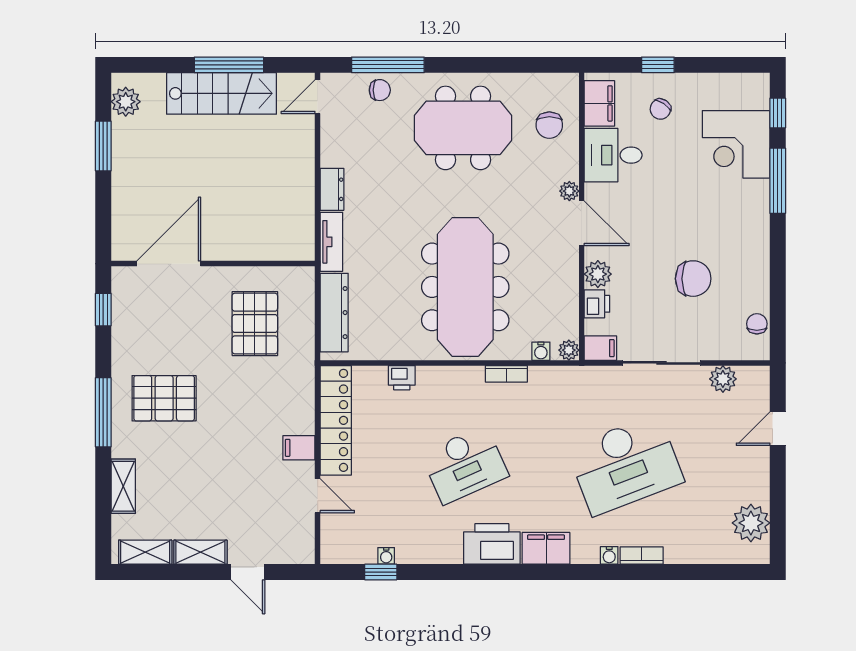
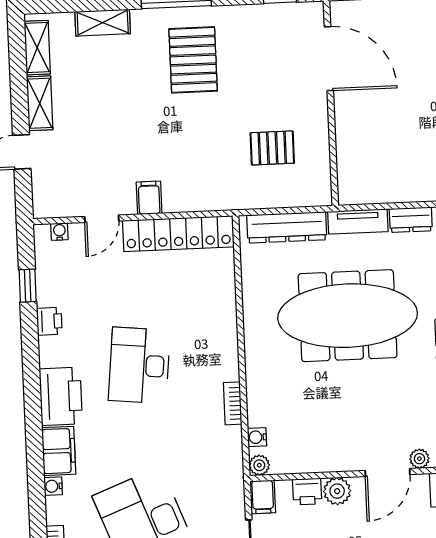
meeting table: (465, 287) -> (348, 316), moved
pallet: (255, 324) -> (272, 148), width x0.67, depth x0.71
printer: (402, 378) -> (49, 321), moved, turned 180
desk: (465, 465) -> (139, 365), turned 30
water cooler: (609, 555) -> (53, 486), moved
water cooler: (386, 556) -> (59, 232), moved, turned 90

